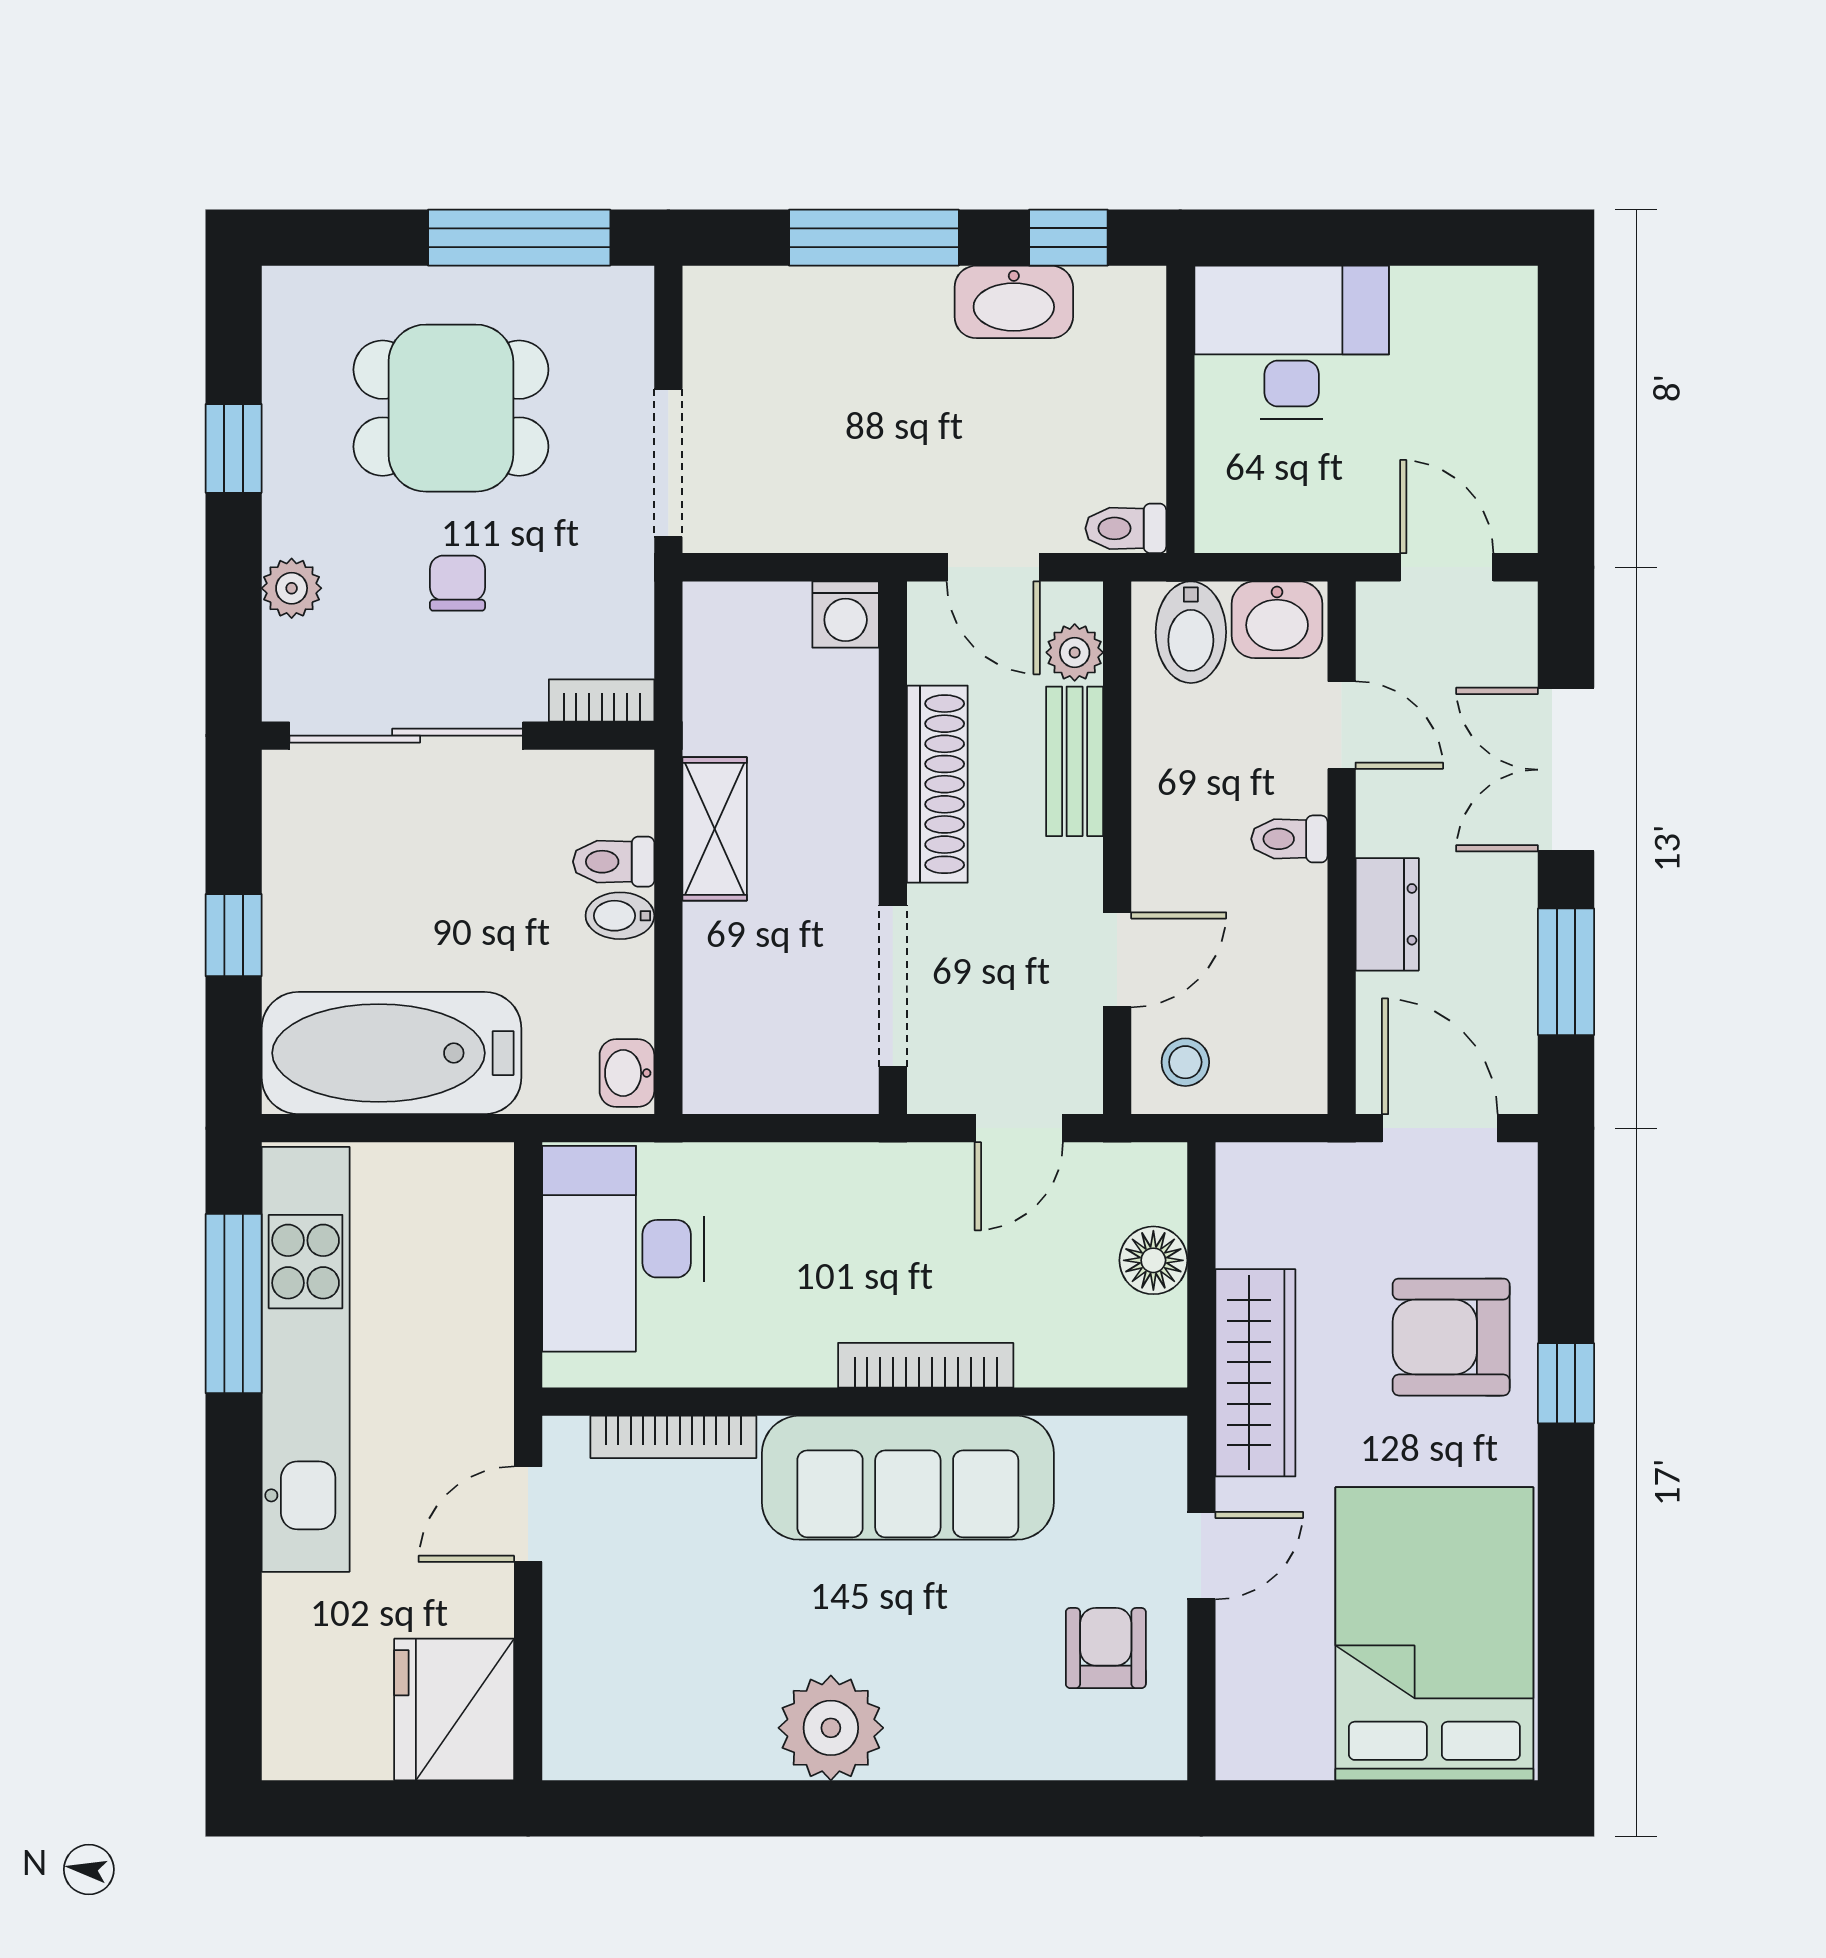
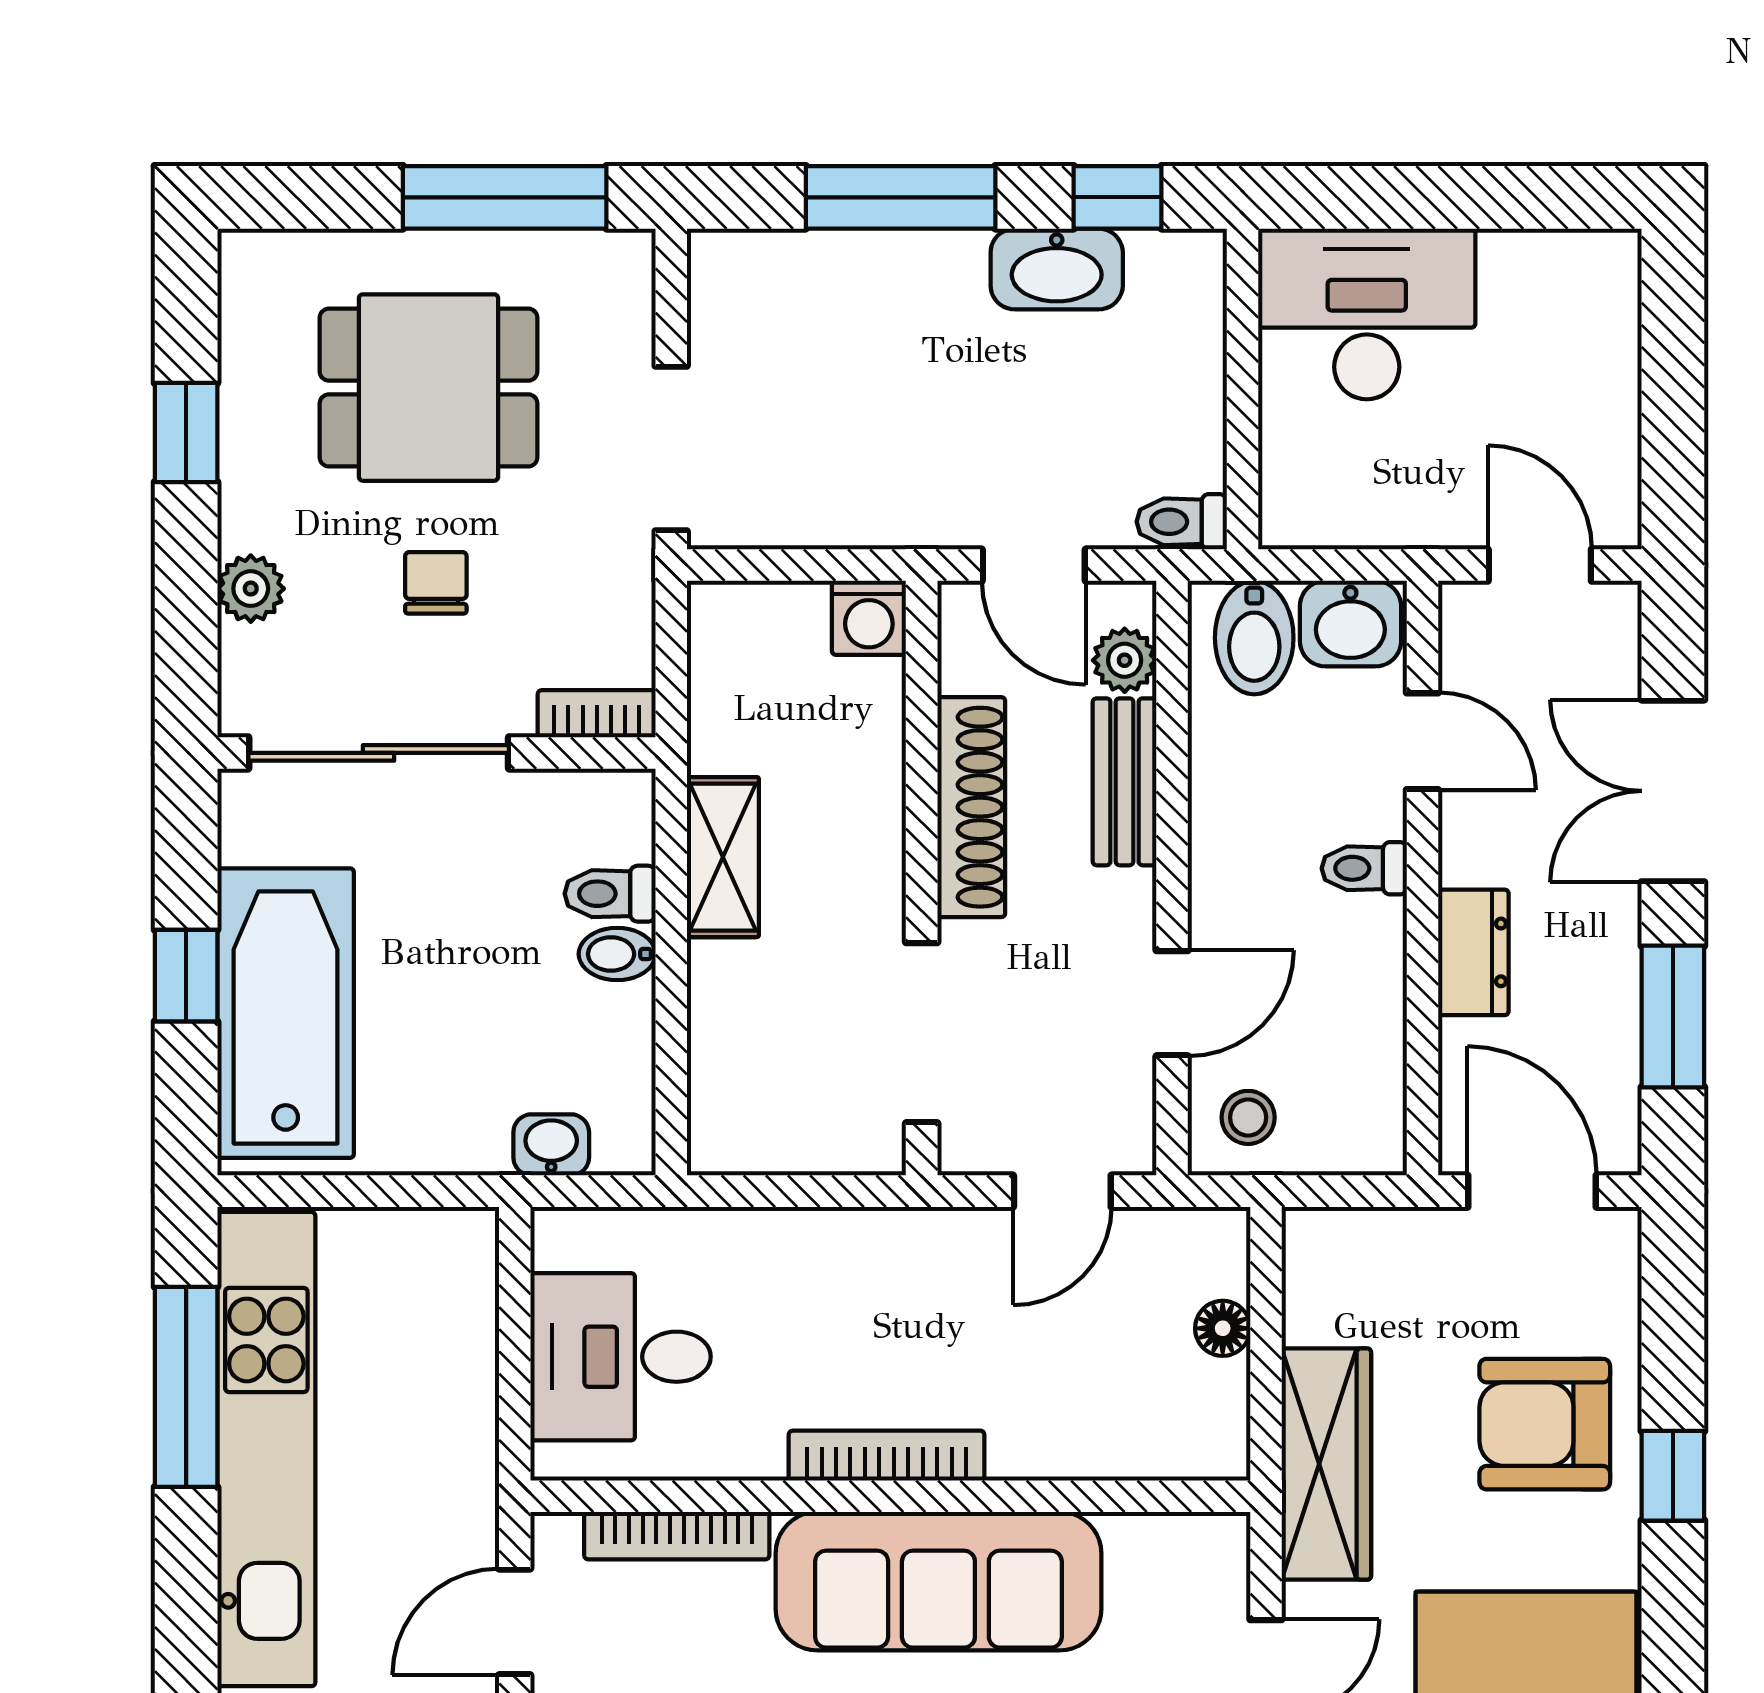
bathtub: (391, 1053) -> (286, 1013), moved, turned 90
washbasin: (627, 1073) -> (551, 1145), moved, turned 90
desk: (623, 1249) -> (621, 1357), width x0.73
floor lamp: (1153, 1260) -> (1223, 1328), width x0.73, depth x0.73
bookcase: (926, 1365) -> (887, 1456), moved

